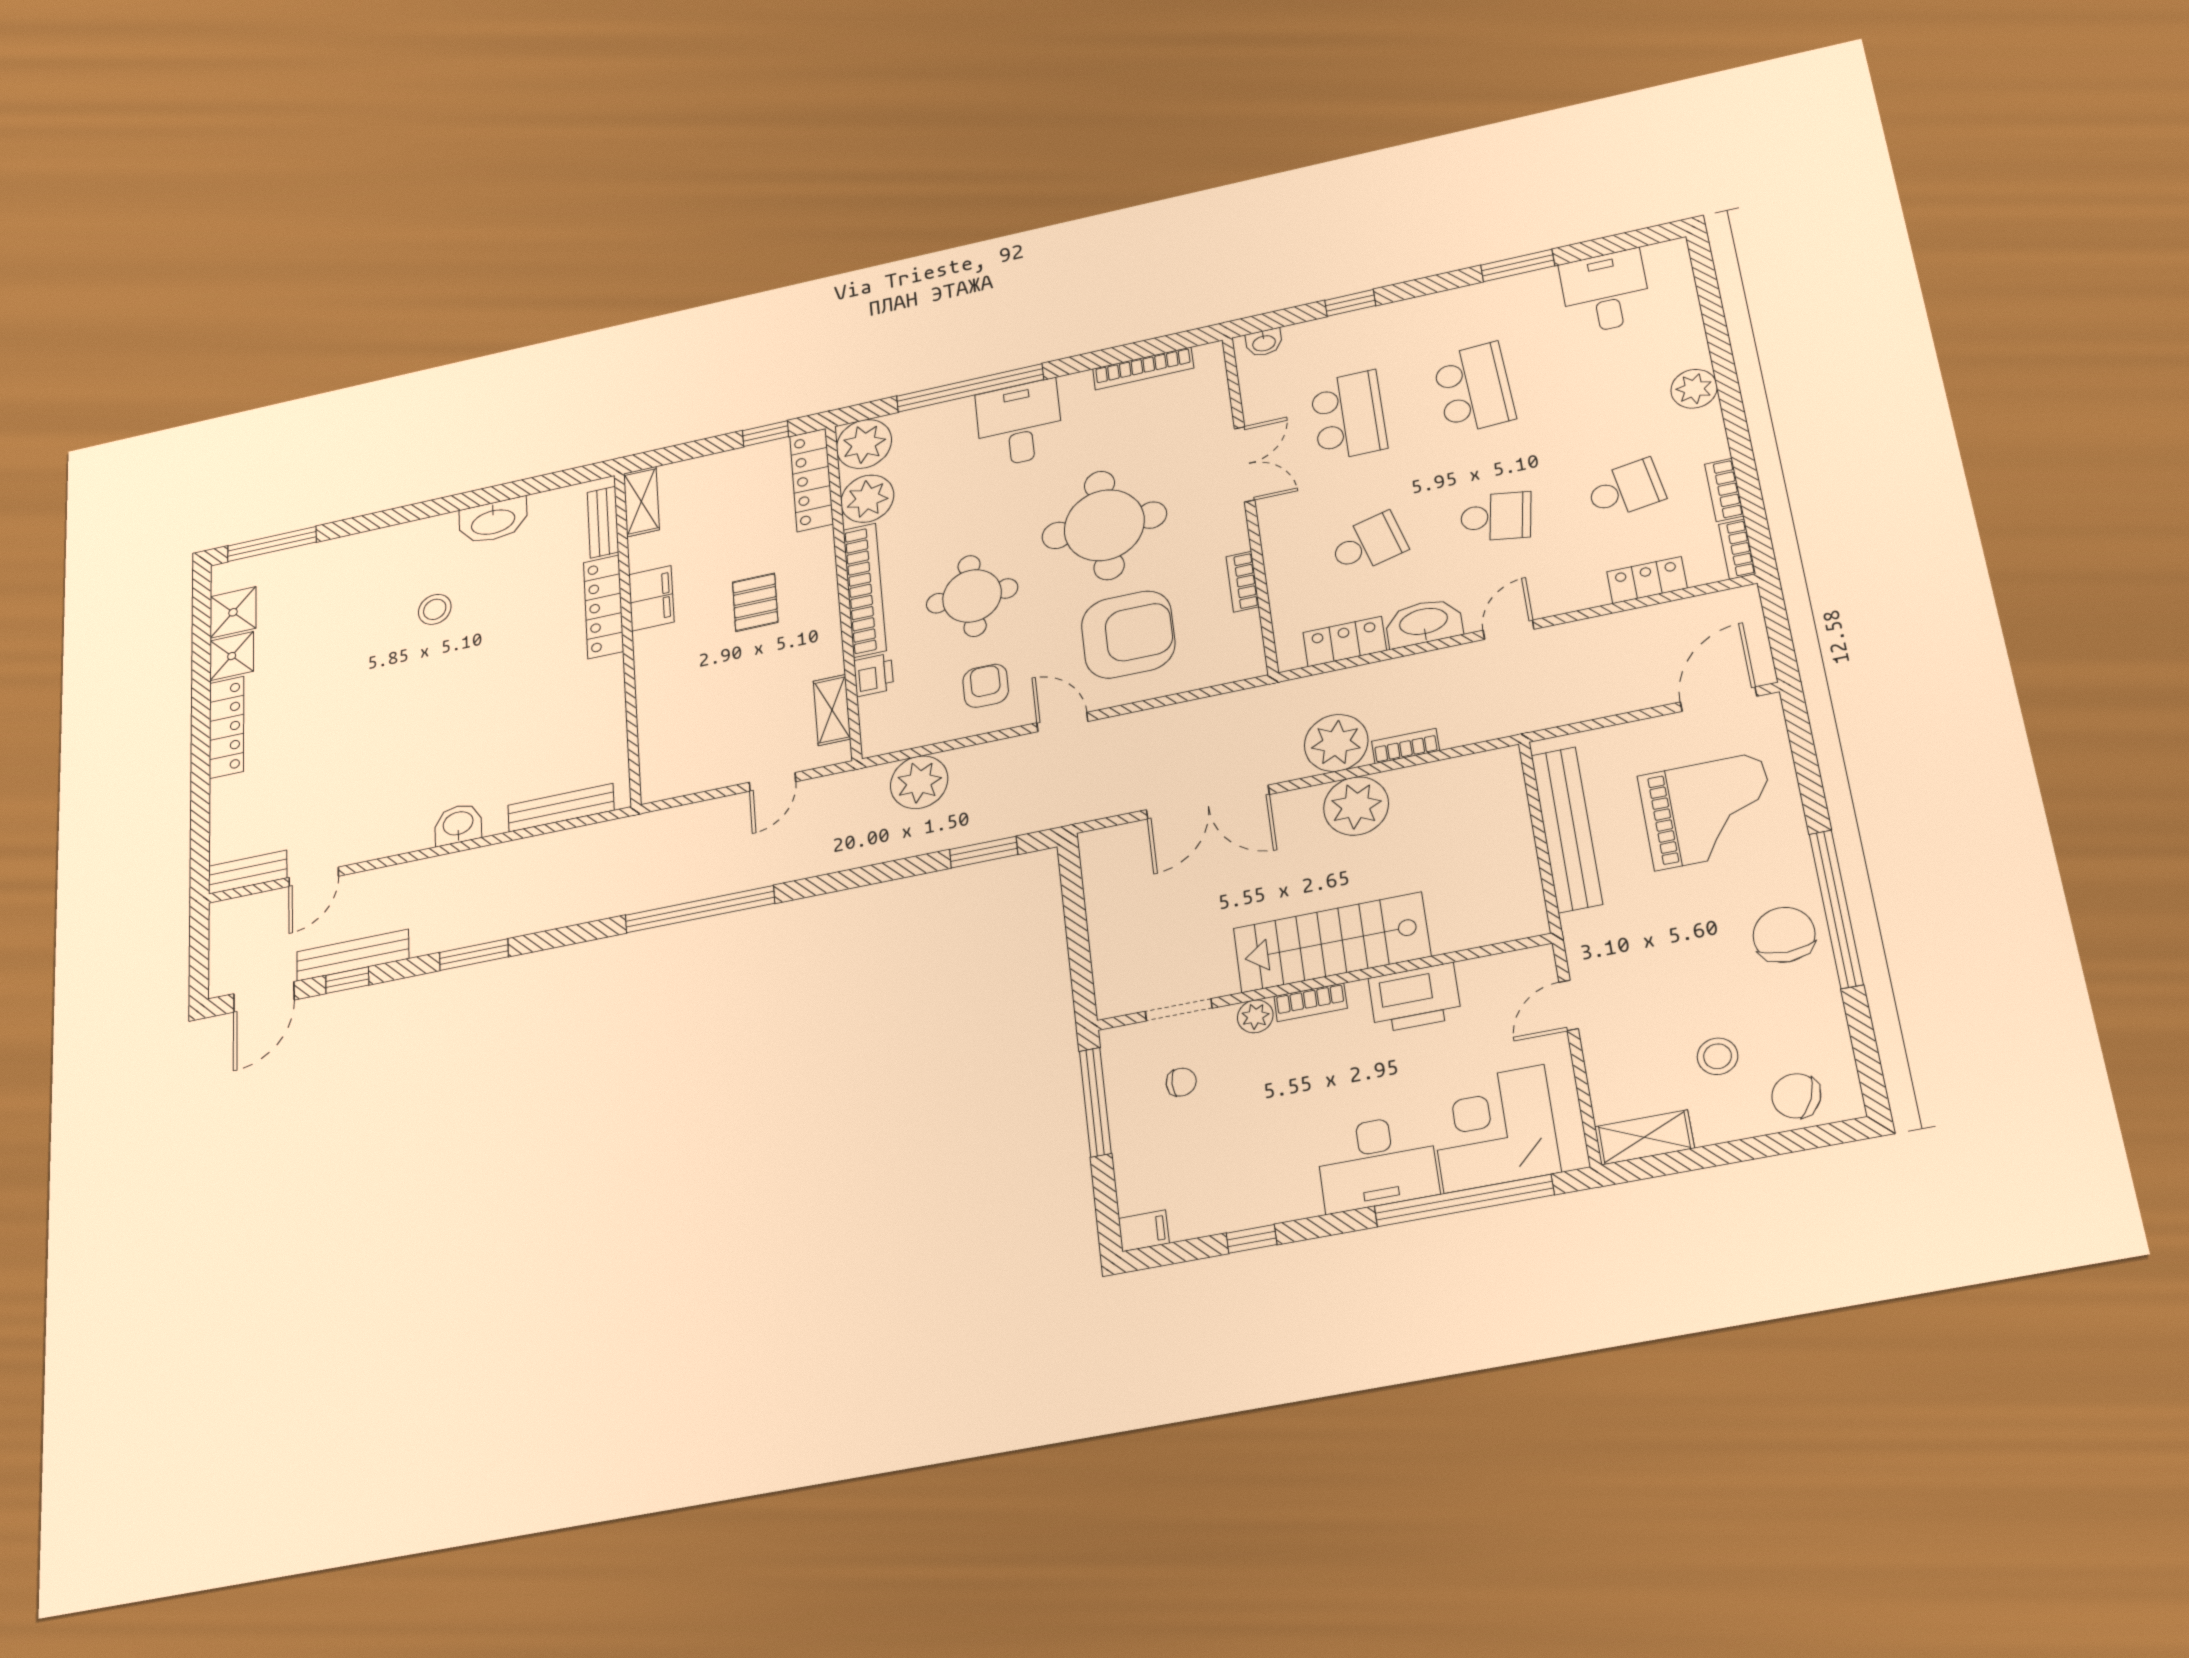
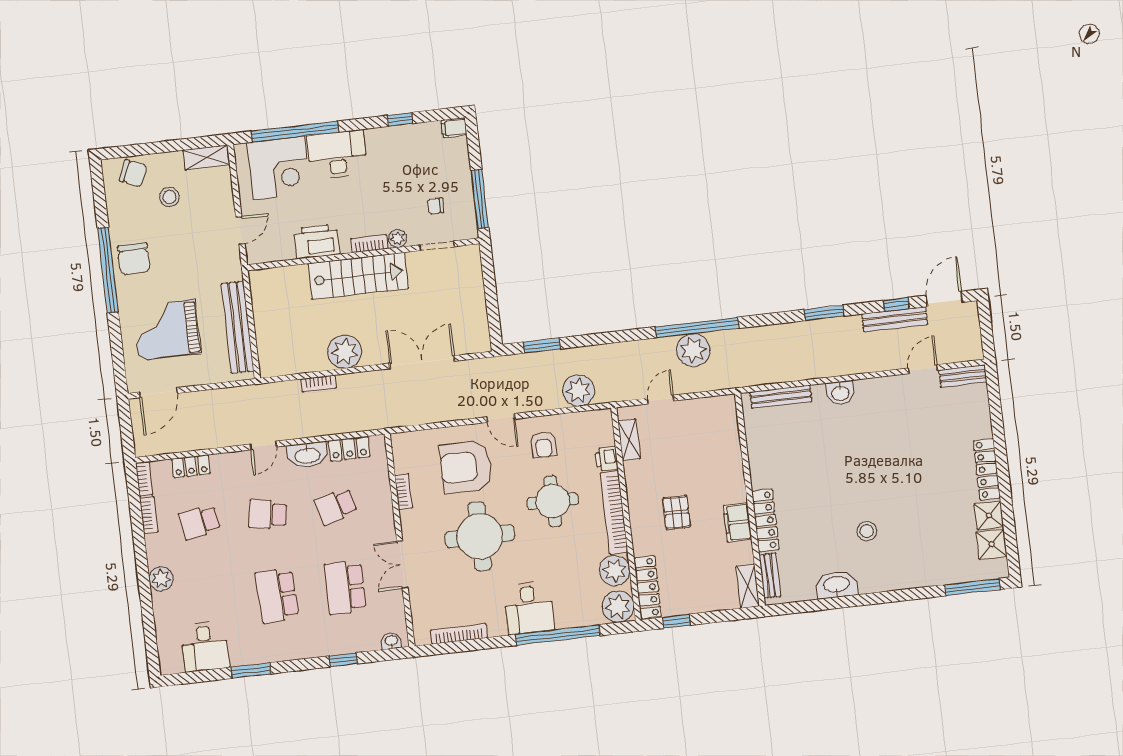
plant: (1336, 743) -> (693, 350), moved

